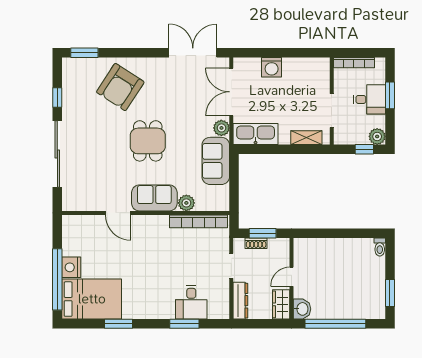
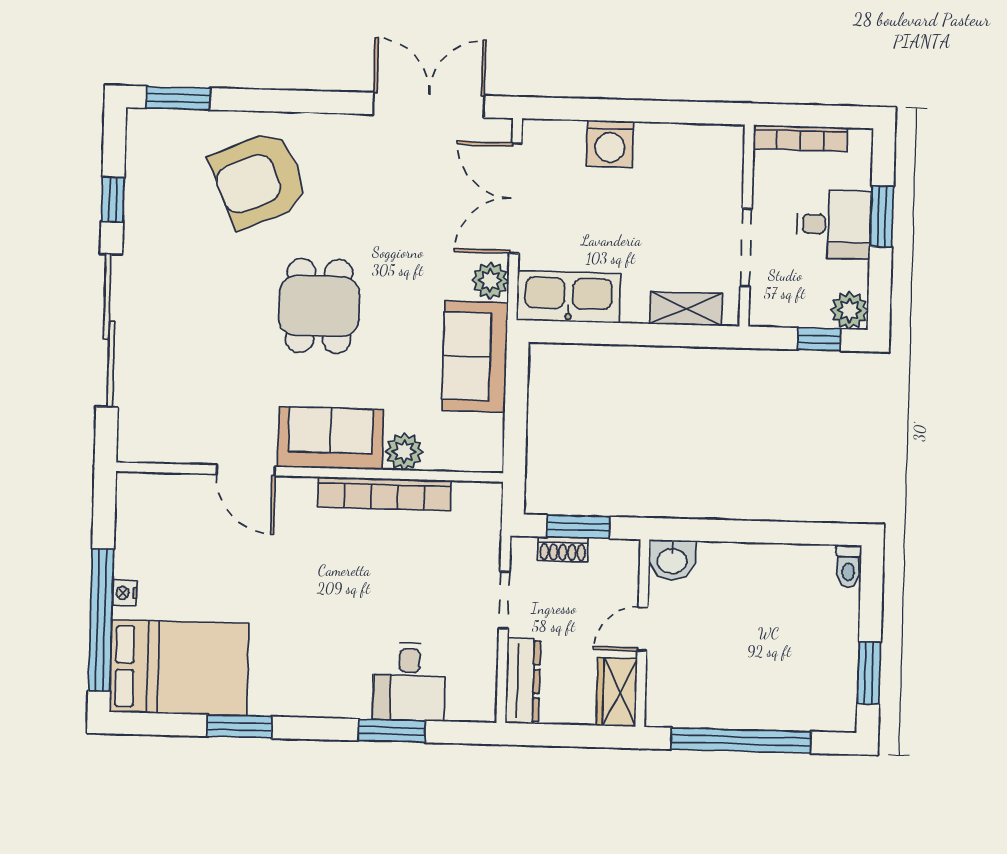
armchair: (120, 87) -> (259, 180), turned 34
bookcase: (198, 221) -> (384, 494), moved
nightstand: (71, 267) -> (124, 593), width x0.53, depth x0.56
washbasin: (302, 309) -> (672, 560), moved, turned 90

